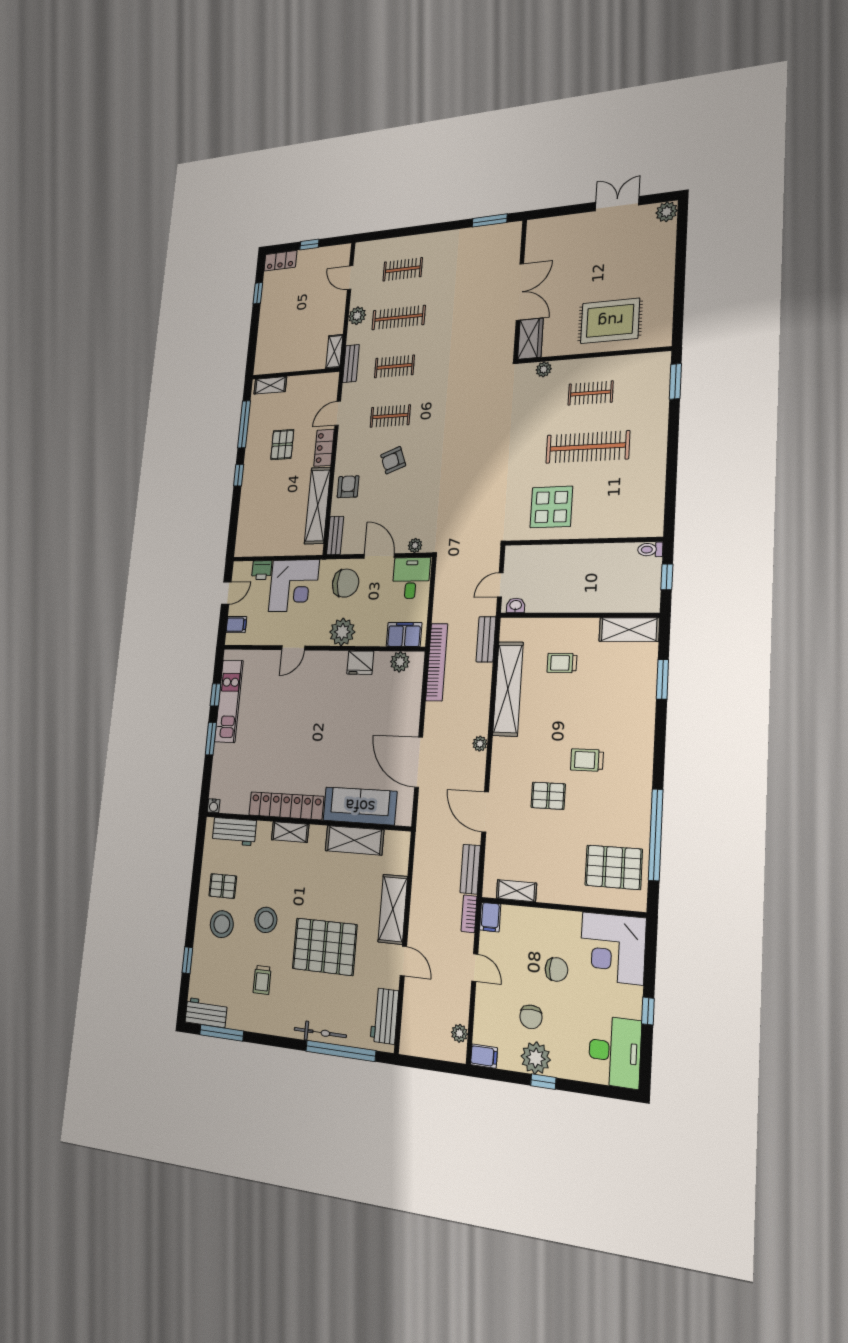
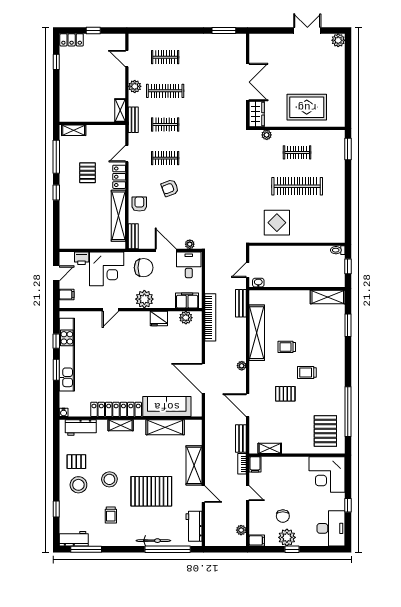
trolley: (562, 663) -> (287, 347), moved
kitchen unit: (229, 701) -> (67, 355), width x1.36
pallet: (614, 867) -> (325, 431), turned 90
chair: (556, 969) -> (296, 489), removed

